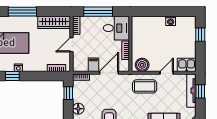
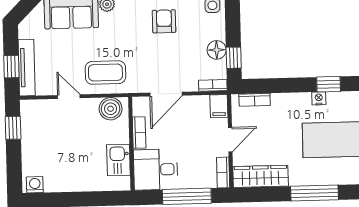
washing machine: (171, 21) -> (35, 185), moved
window: (200, 35) -> (13, 128), moved
filing cabinet: (93, 65) -> (219, 106), moved
kitchen sink: (187, 65) -> (118, 160), moved, turned 90
door: (167, 73) -> (69, 97), swing flipped
floor lamp: (78, 109) -> (217, 50), moved

